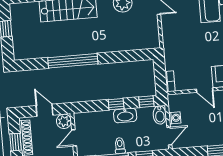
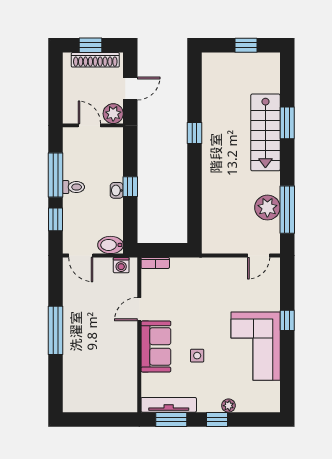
window: (73, 61) -> (194, 133), width x0.32
window: (146, 102) -> (130, 228), removed
washbasin: (125, 115) -> (117, 190), width x0.52, depth x0.69
washing machine: (175, 118) -> (121, 265), moved

